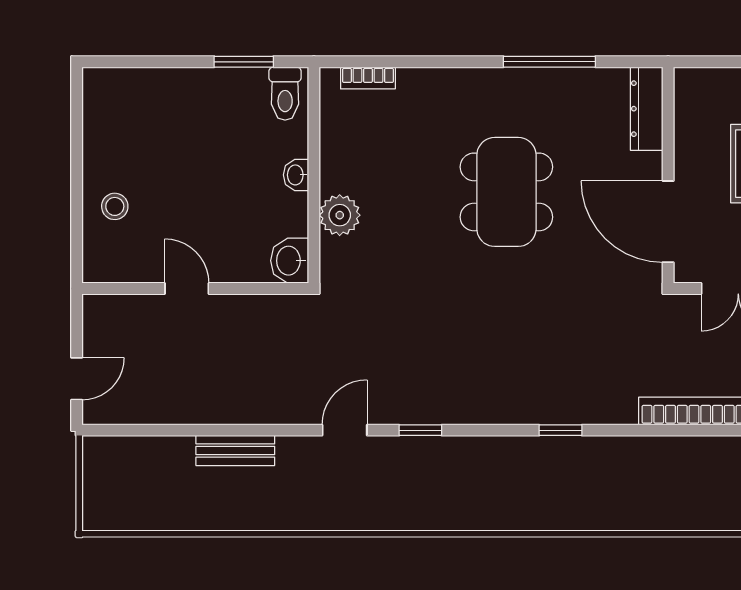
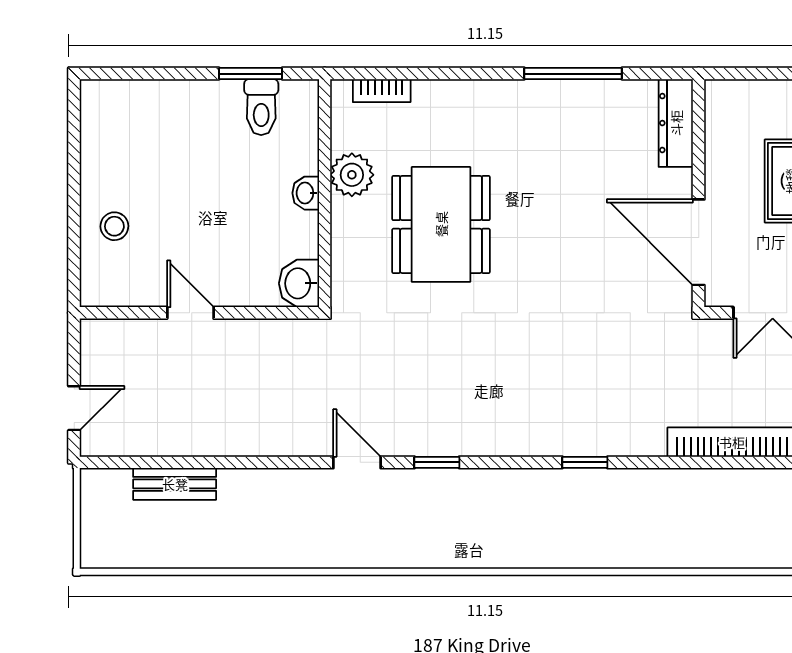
toilet: (285, 94) -> (261, 107), moved
dining table: (506, 192) -> (441, 224), moved
plant: (340, 215) -> (352, 175), moved
door: (345, 430) -> (357, 462), hinge flipped
bench: (235, 450) -> (175, 484), moved

